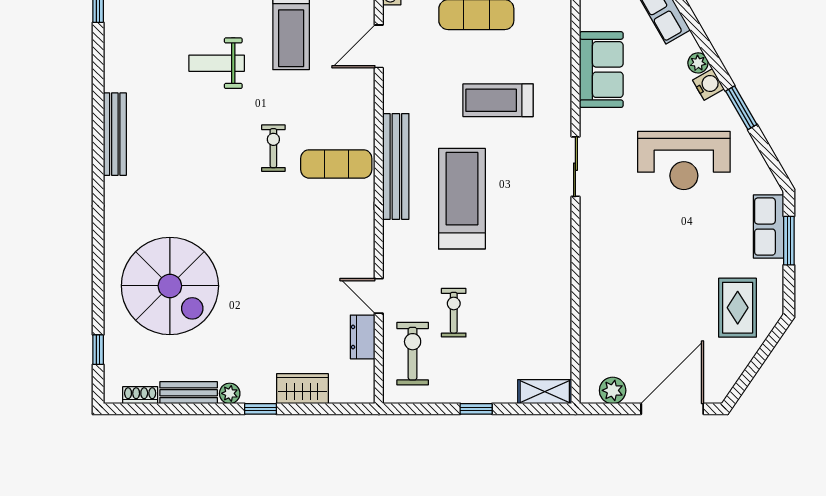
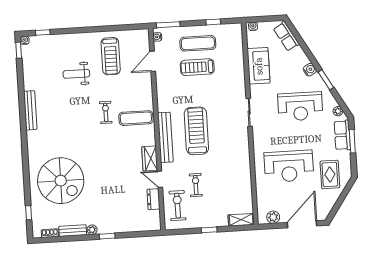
plant: (698, 63) -> (338, 111), moved
treadmill: (498, 100) -> (197, 67), moved
bench: (396, 166) -> (165, 137), moved
reception desk: (652, 285) -> (289, 166), added
wardrobe: (302, 389) -> (150, 158), moved, turned -90

